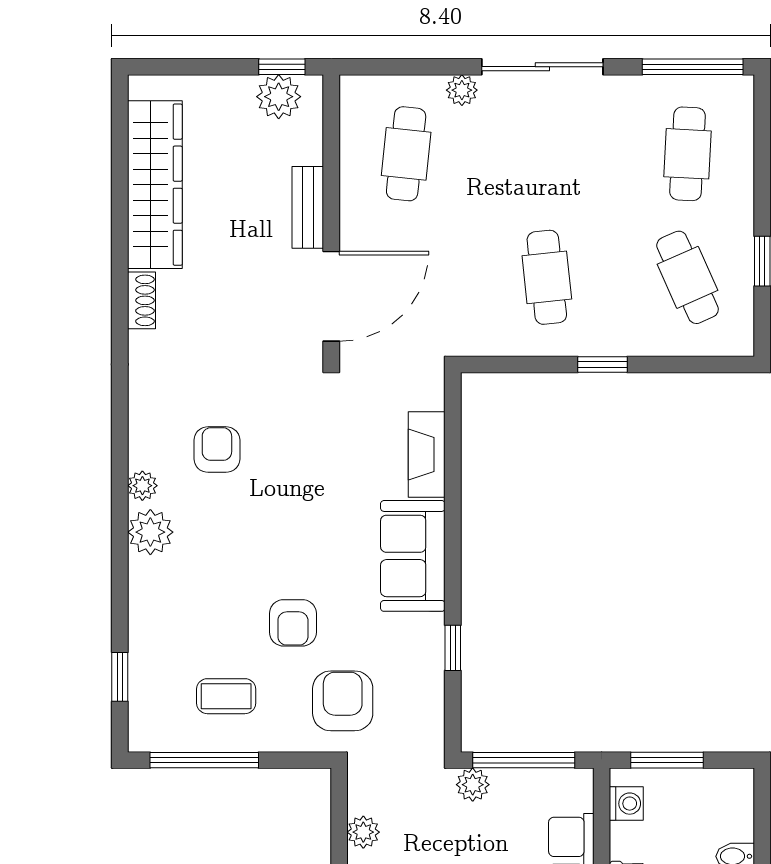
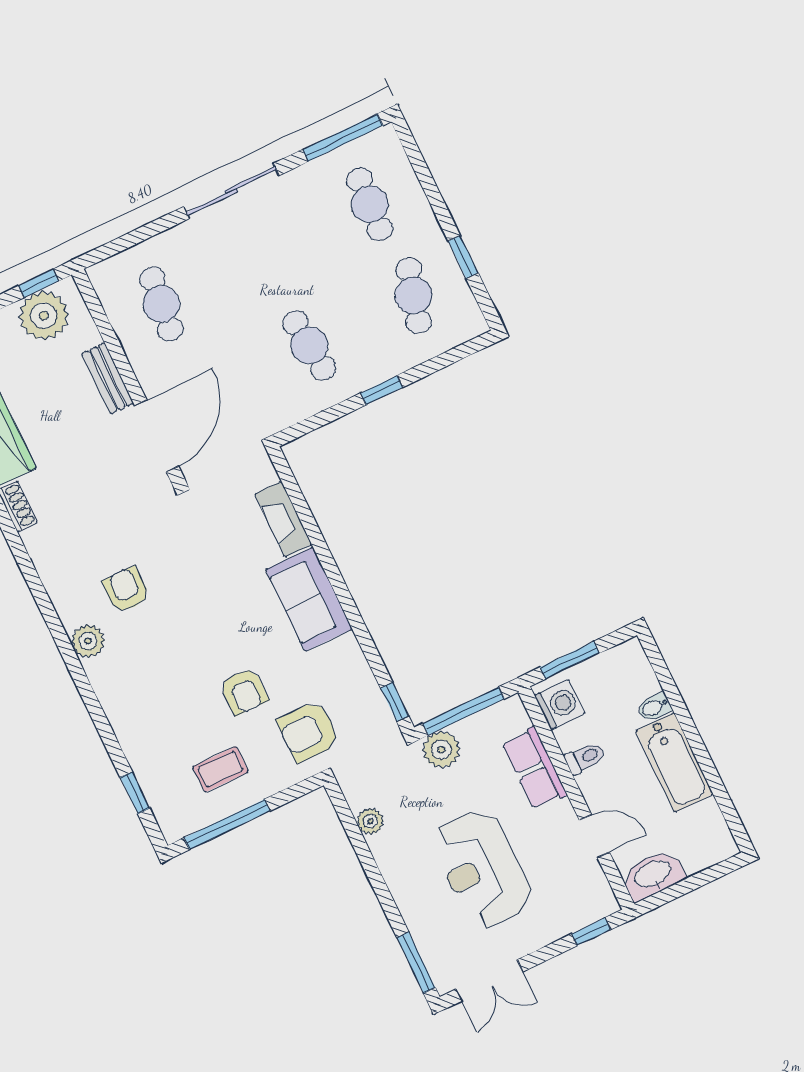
plant: (462, 90) -> (180, 237), removed
plant: (279, 97) -> (44, 316), width x1.36, depth x1.36
cafe table: (688, 277) -> (414, 295), turned 39
plant: (142, 486) -> (88, 641), width x1.38, depth x1.38
plant: (150, 532) -> (106, 675), removed
window: (453, 648) -> (395, 702), moved
armchair: (343, 701) -> (309, 731), turned -90
plant: (473, 785) -> (441, 750), width x1.38, depth x1.38
washing machine: (626, 804) -> (560, 705), width x1.38, depth x1.38

